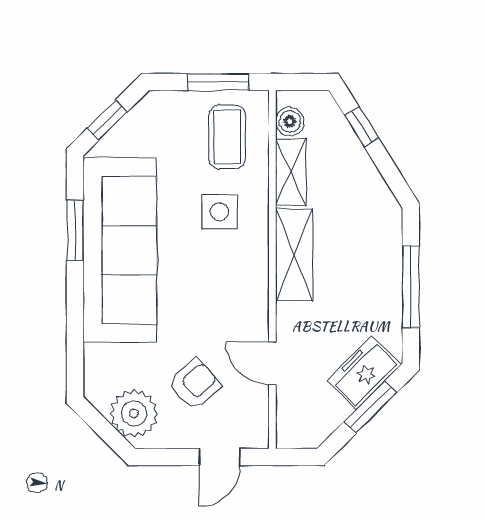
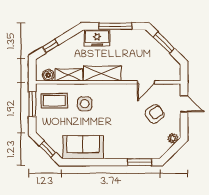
window: (75, 230) -> (140, 162), moved
sofa: (120, 250) -> (83, 147), width x0.54, depth x0.79
freezer: (364, 373) -> (97, 38), moved, turned -45
armchair: (195, 384) -> (155, 114), turned 98
plant: (134, 413) -> (173, 138), width x0.53, depth x0.53

